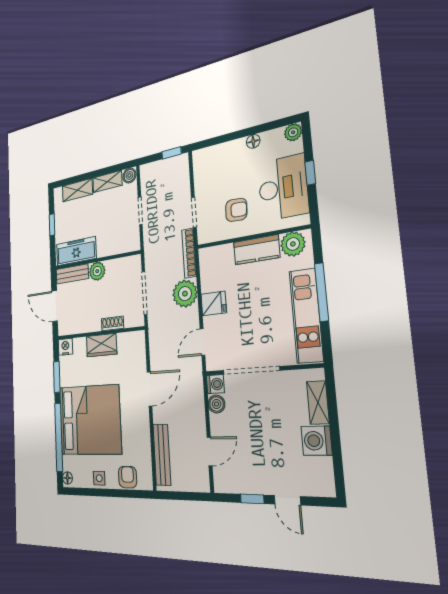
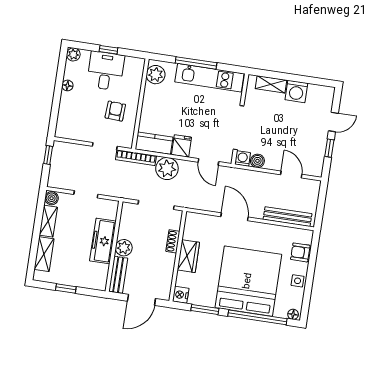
desk: (283, 188) -> (106, 71), width x0.73
kitchen counter: (256, 250) -> (154, 143), moved, turned -90
freezer: (76, 251) -> (103, 241), moved

